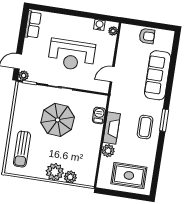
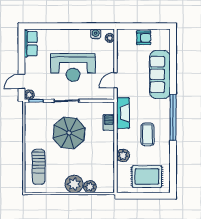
window: (164, 120) -> (173, 117), width x2.11
coffee table: (145, 127) -> (148, 134), moved
fireplace: (112, 128) -> (123, 113), moved

